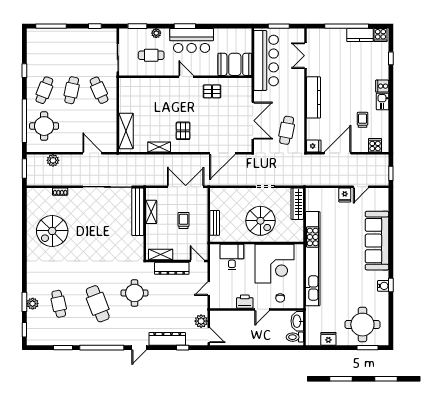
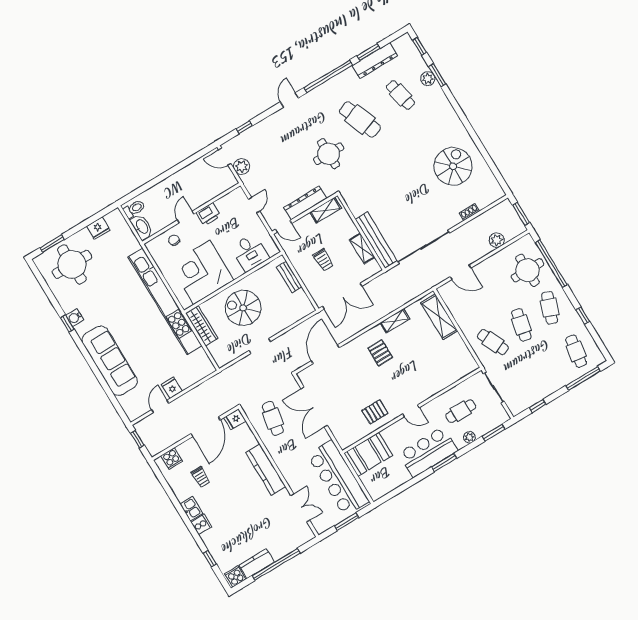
cafe table: (44, 48) -> (576, 351), added
wardrobe: (297, 204) -> (202, 326), moved
dresser: (167, 339) -> (375, 61), moved

